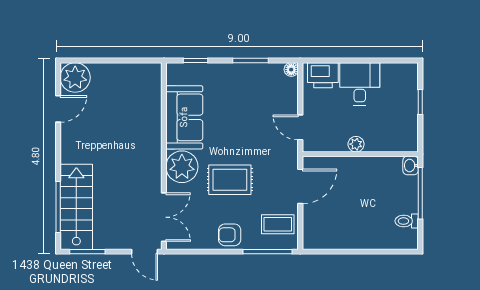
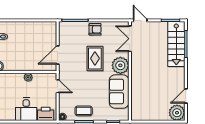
rug: (230, 180) -> (95, 58), turned 90
coffee table: (278, 224) -> (84, 111), moved

